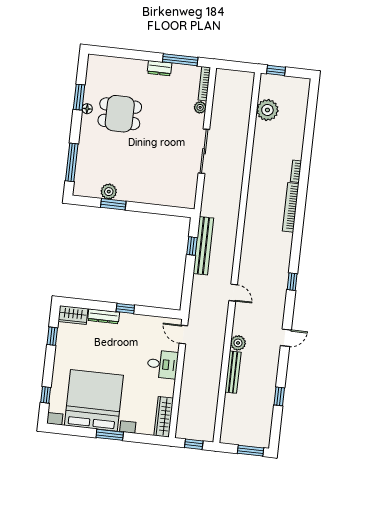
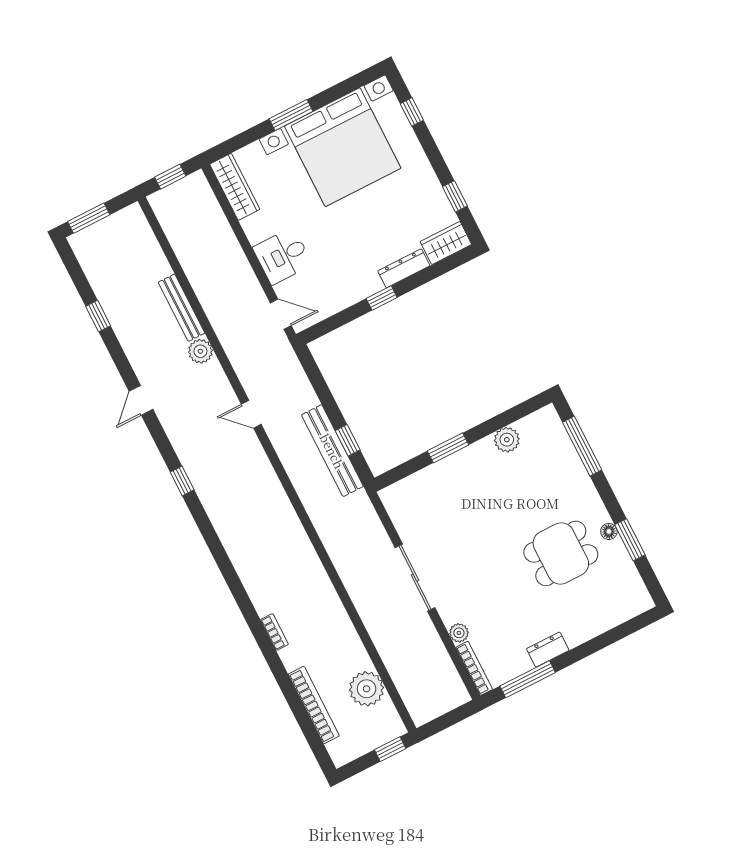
window: (113, 204) -> (448, 448), moved
bookcase: (291, 207) -> (314, 705), moved

